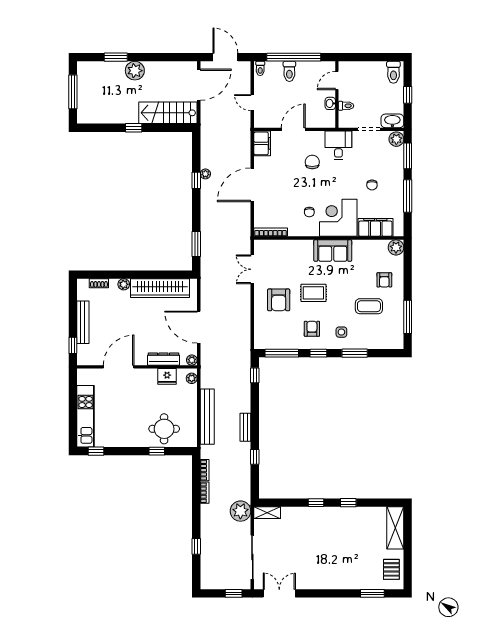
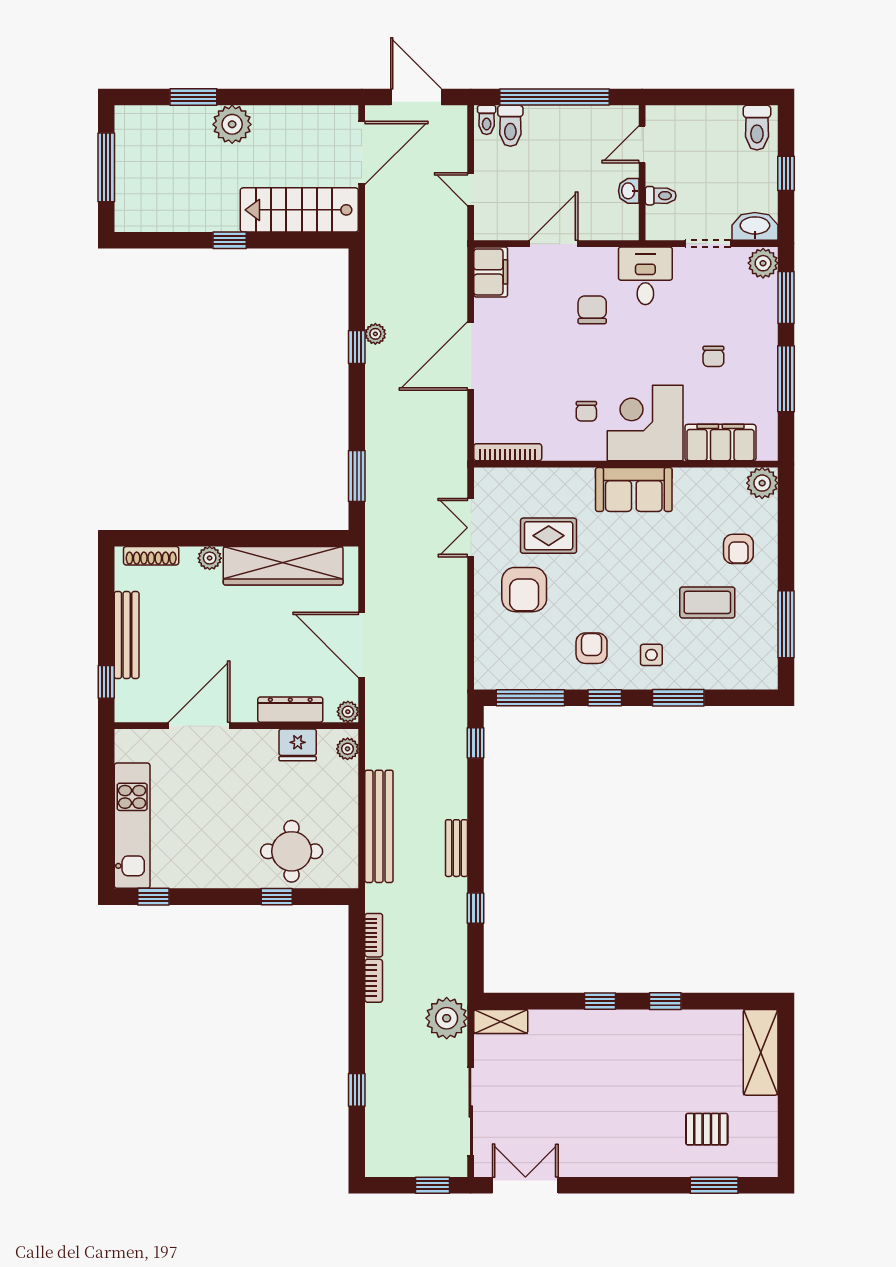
toilet: (289, 71) -> (510, 126), moved
shoe rack: (99, 283) -> (151, 556), width x1.43
rug: (313, 293) -> (549, 536), moved
pallet: (391, 569) -> (707, 1129), moved, turned 90

